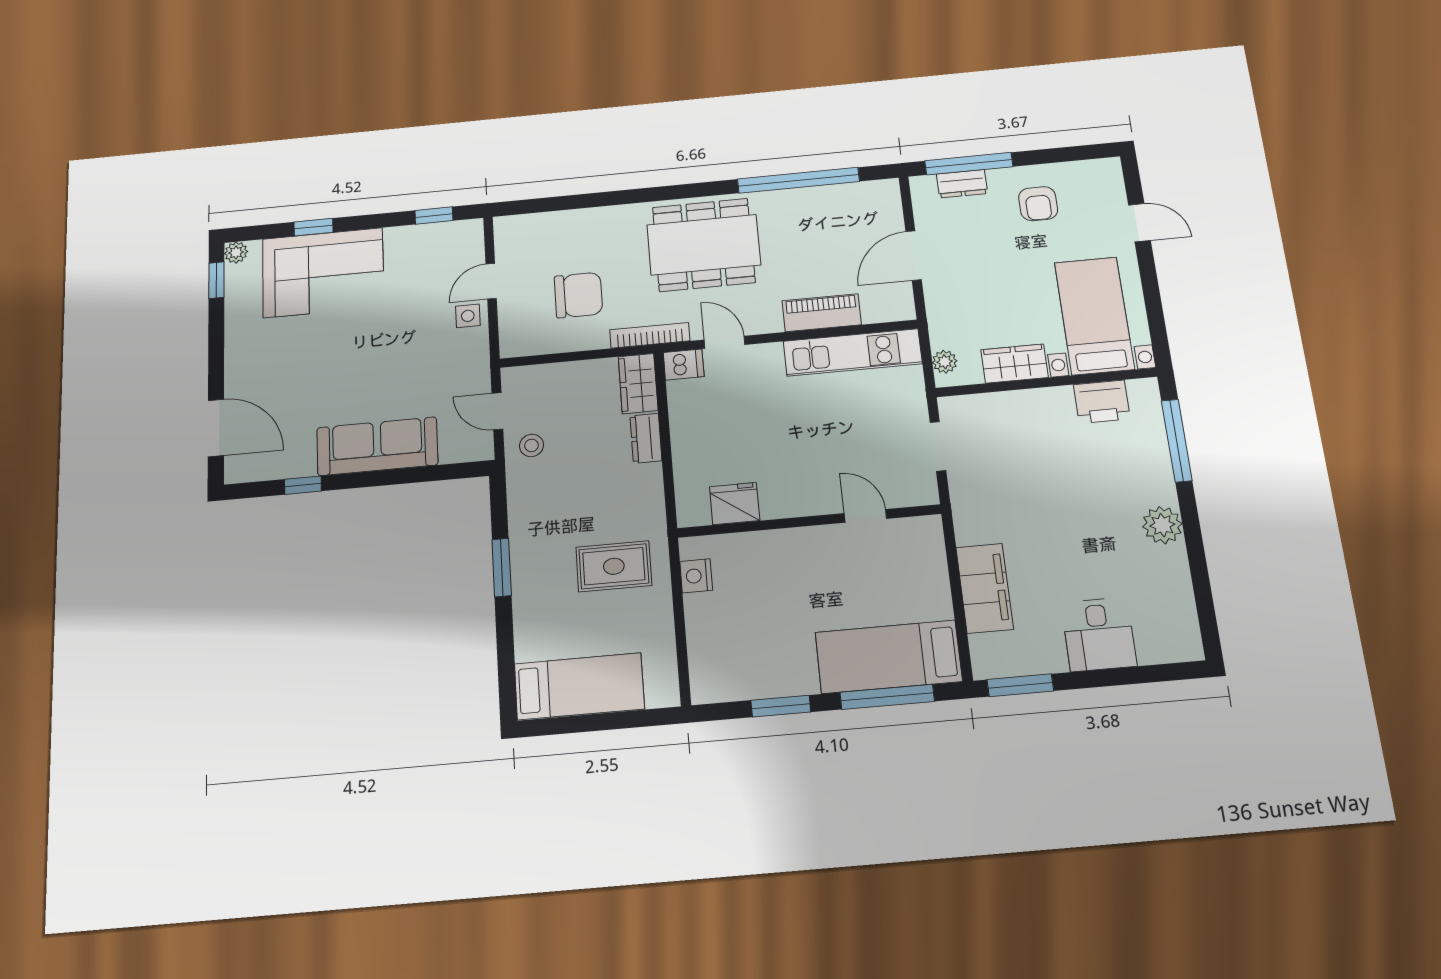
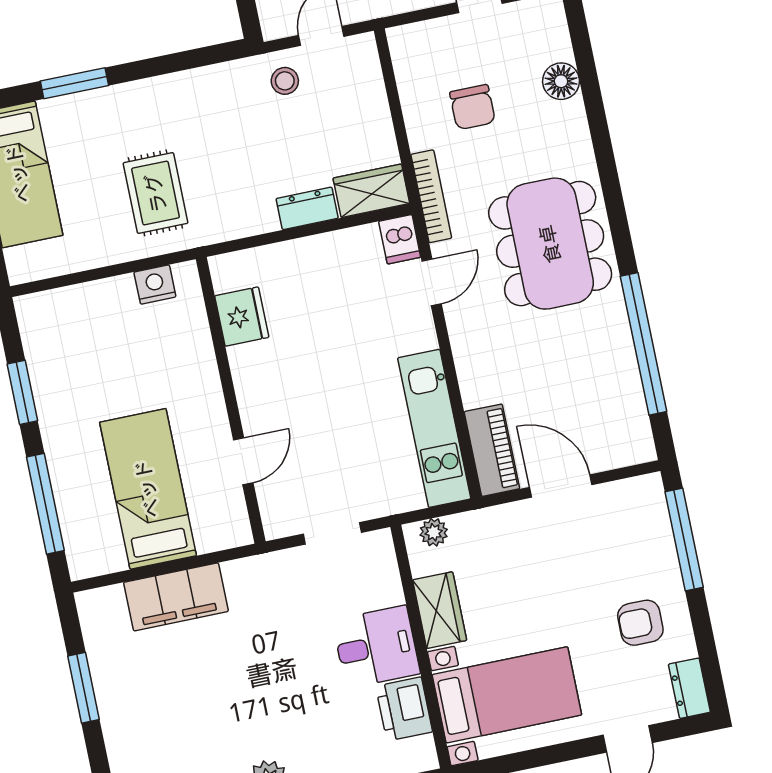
dresser: (962, 184) -> (689, 688), moved
floor lamp: (567, 224) -> (561, 81), added
chair: (578, 295) -> (472, 107), width x0.73, depth x0.73
piano: (822, 313) -> (492, 450), moved
window: (502, 568) -> (74, 83), moved
desk: (1099, 634) -> (376, 647), moved, turned 180
bed: (889, 657) -> (148, 489), moved
window: (1020, 685) -> (84, 688), moved

